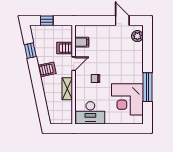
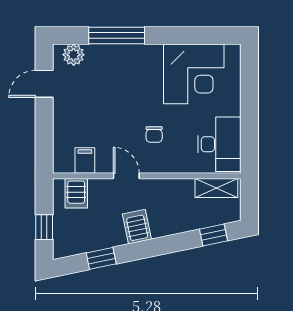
server rack: (65, 48) -> (76, 193), moved
window: (148, 87) -> (117, 35), moved
shelving: (67, 89) -> (216, 188), moved
window: (43, 110) -> (213, 235), added

